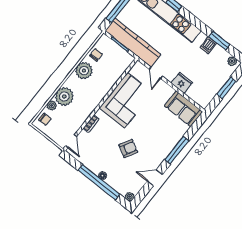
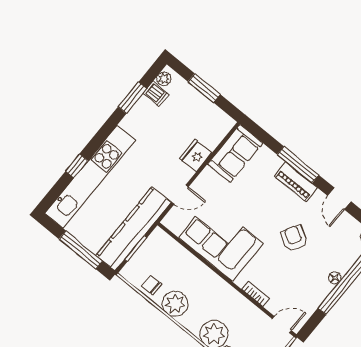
dishwasher: (208, 45) -> (156, 94), moved
piano: (165, 149) -> (296, 182), added

